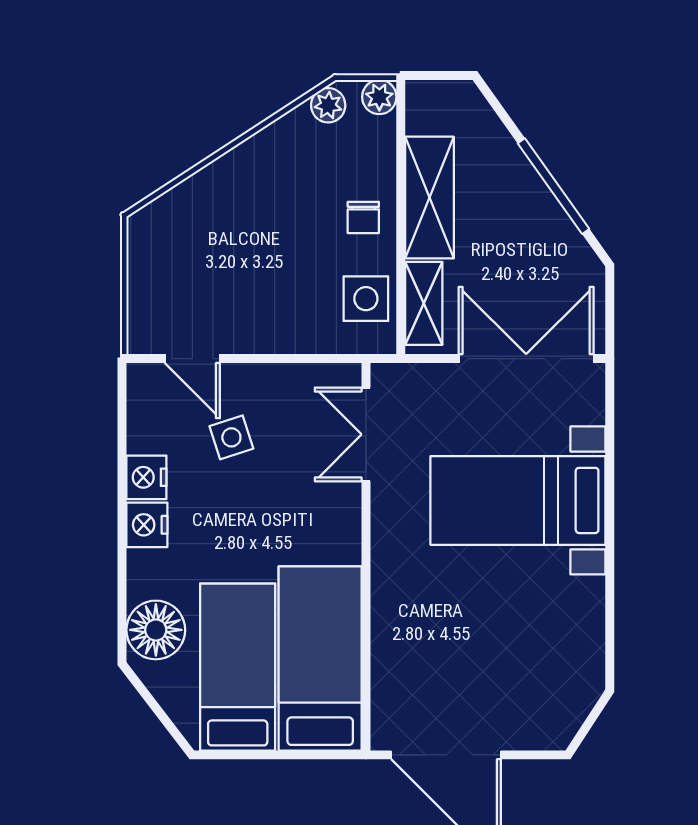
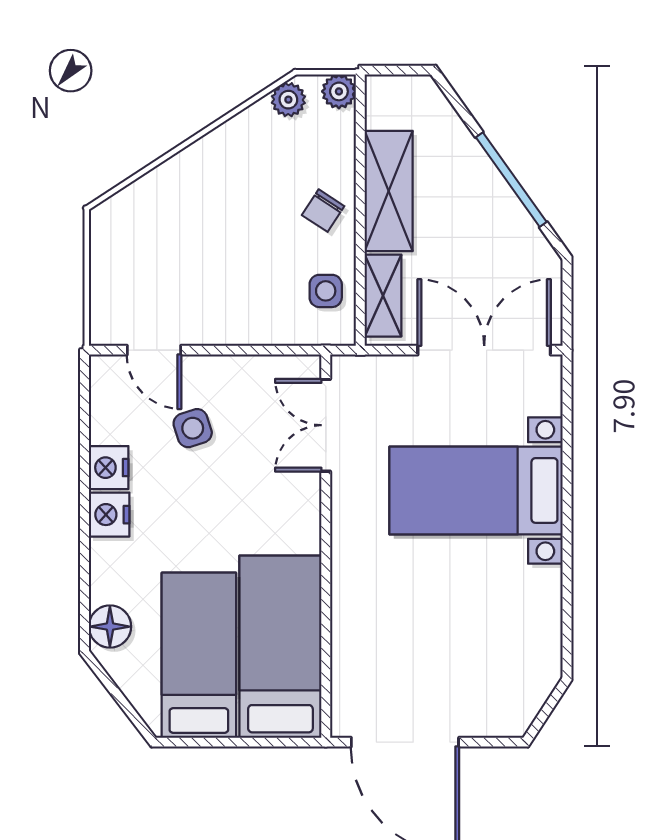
chair: (363, 217) -> (323, 211), turned 33
side table: (366, 299) -> (326, 291), width x0.73, depth x0.73
floor lamp: (156, 630) -> (110, 627), width x0.73, depth x0.73

